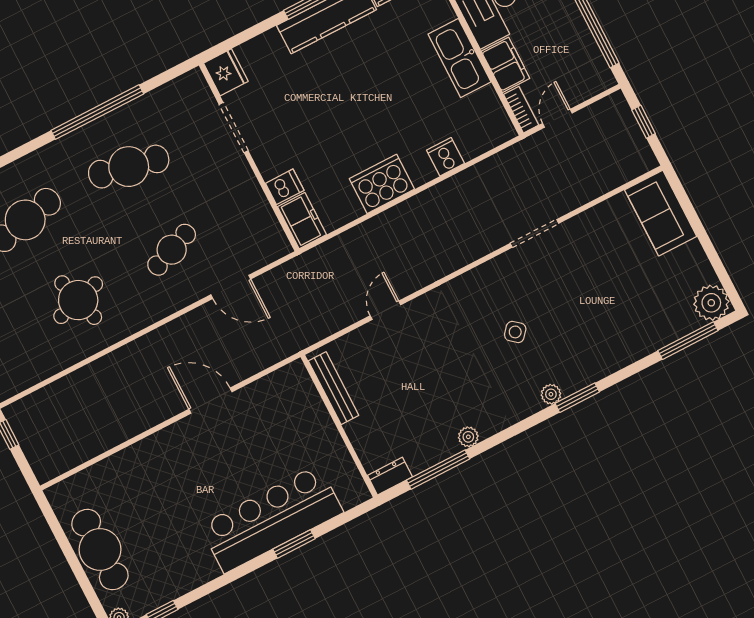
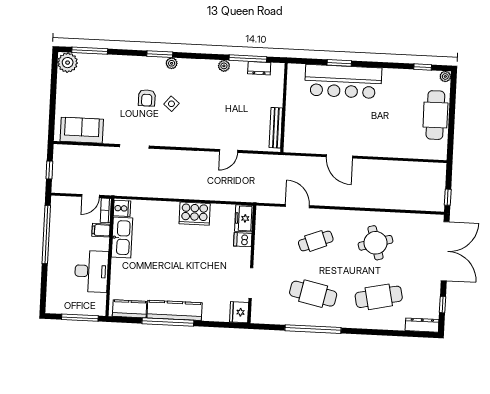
kitchen sink: (459, 58) -> (122, 238), moved
filing cabinet: (505, 65) -> (101, 230), width x0.50
cooker: (446, 157) -> (122, 208), moved, turned -90
sofa: (661, 213) -> (82, 130), moved, turned -90
armchair: (558, 319) -> (147, 98), added
dresser: (390, 476) -> (259, 68), moved

